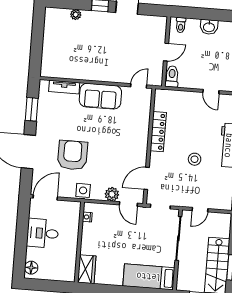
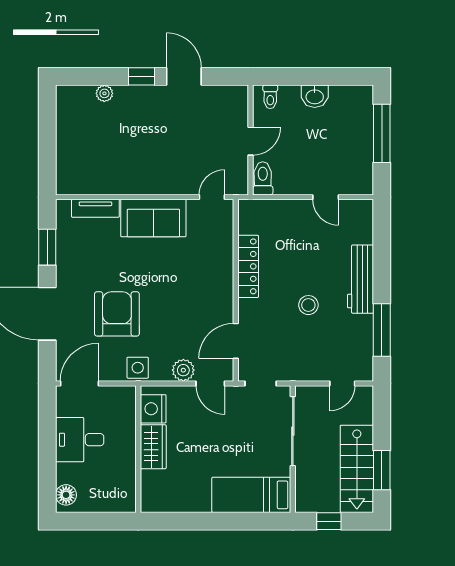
door: (200, 210) -> (342, 383), moved
nightstand: (87, 217) -> (153, 409), width x1.89, depth x1.79
wardrobe: (87, 269) -> (153, 447), moved

